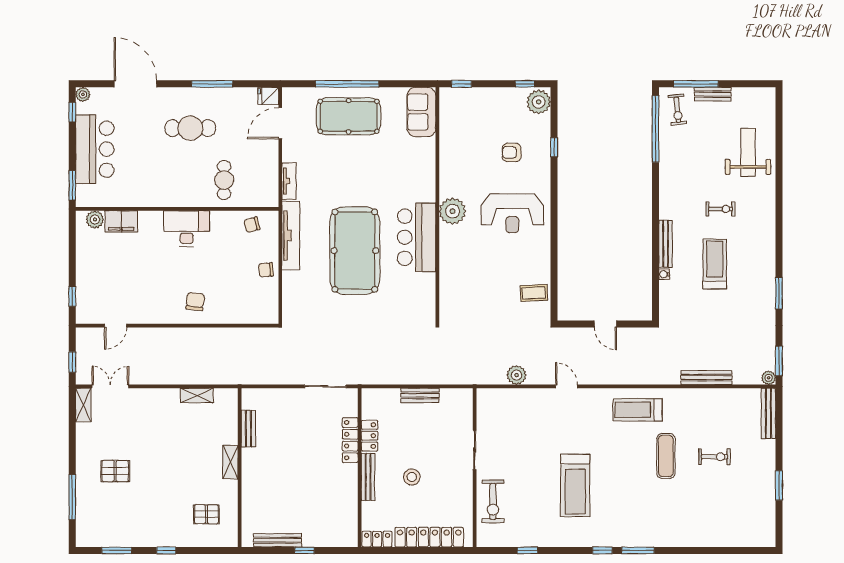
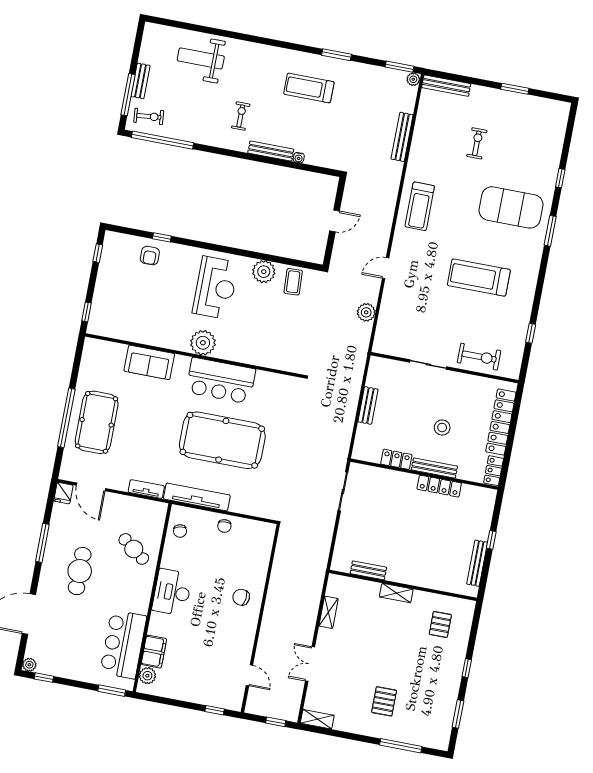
plant: (539, 102) -> (264, 272), moved
sofa: (421, 112) -> (149, 362), moved
bar counter: (95, 149) -> (123, 644), moved, turned -90
armchair: (512, 152) -> (150, 256), moved
cafe table: (224, 180) -> (134, 549), turned 37
exercise bike: (721, 209) -> (241, 116), moved
treadmill: (715, 264) -> (309, 88), moved
double door: (110, 386) -> (310, 664), moved
locker: (350, 440) -> (439, 486), moved
exercise mat: (666, 456) -> (511, 207), moved, width x2.00, depth x1.45
treadmill: (575, 485) -> (479, 278), turned 180
window: (602, 550) -> (560, 178), moved

